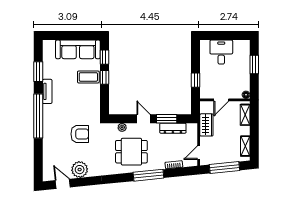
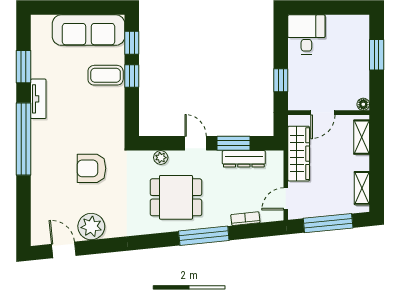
desk: (221, 52) -> (306, 35), moved
wardrobe: (206, 125) -> (299, 154), width x1.50
armchair: (80, 134) -> (91, 168), turned 180

